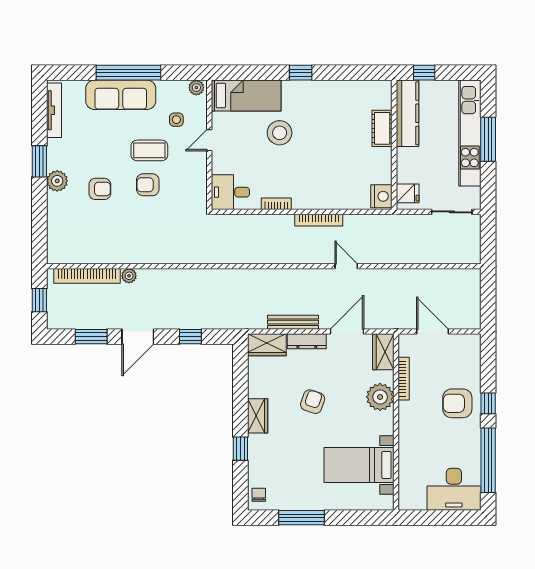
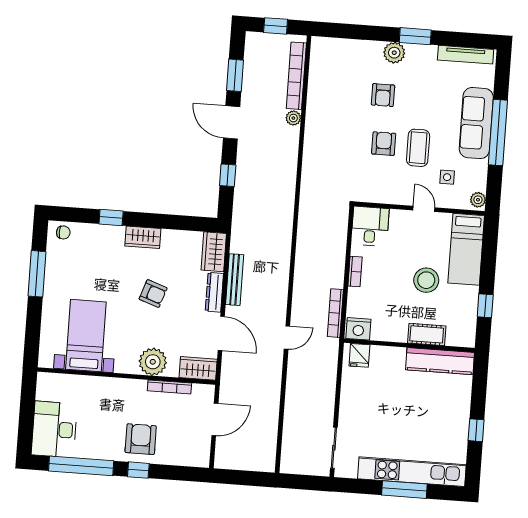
kitchen counter: (407, 113) -> (440, 361), moved
cot: (382, 128) -> (427, 334), moved
wall: (394, 145) -> (409, 345), moved
fridge: (408, 193) -> (359, 355), moved
nightstand: (381, 196) -> (358, 329), moved

